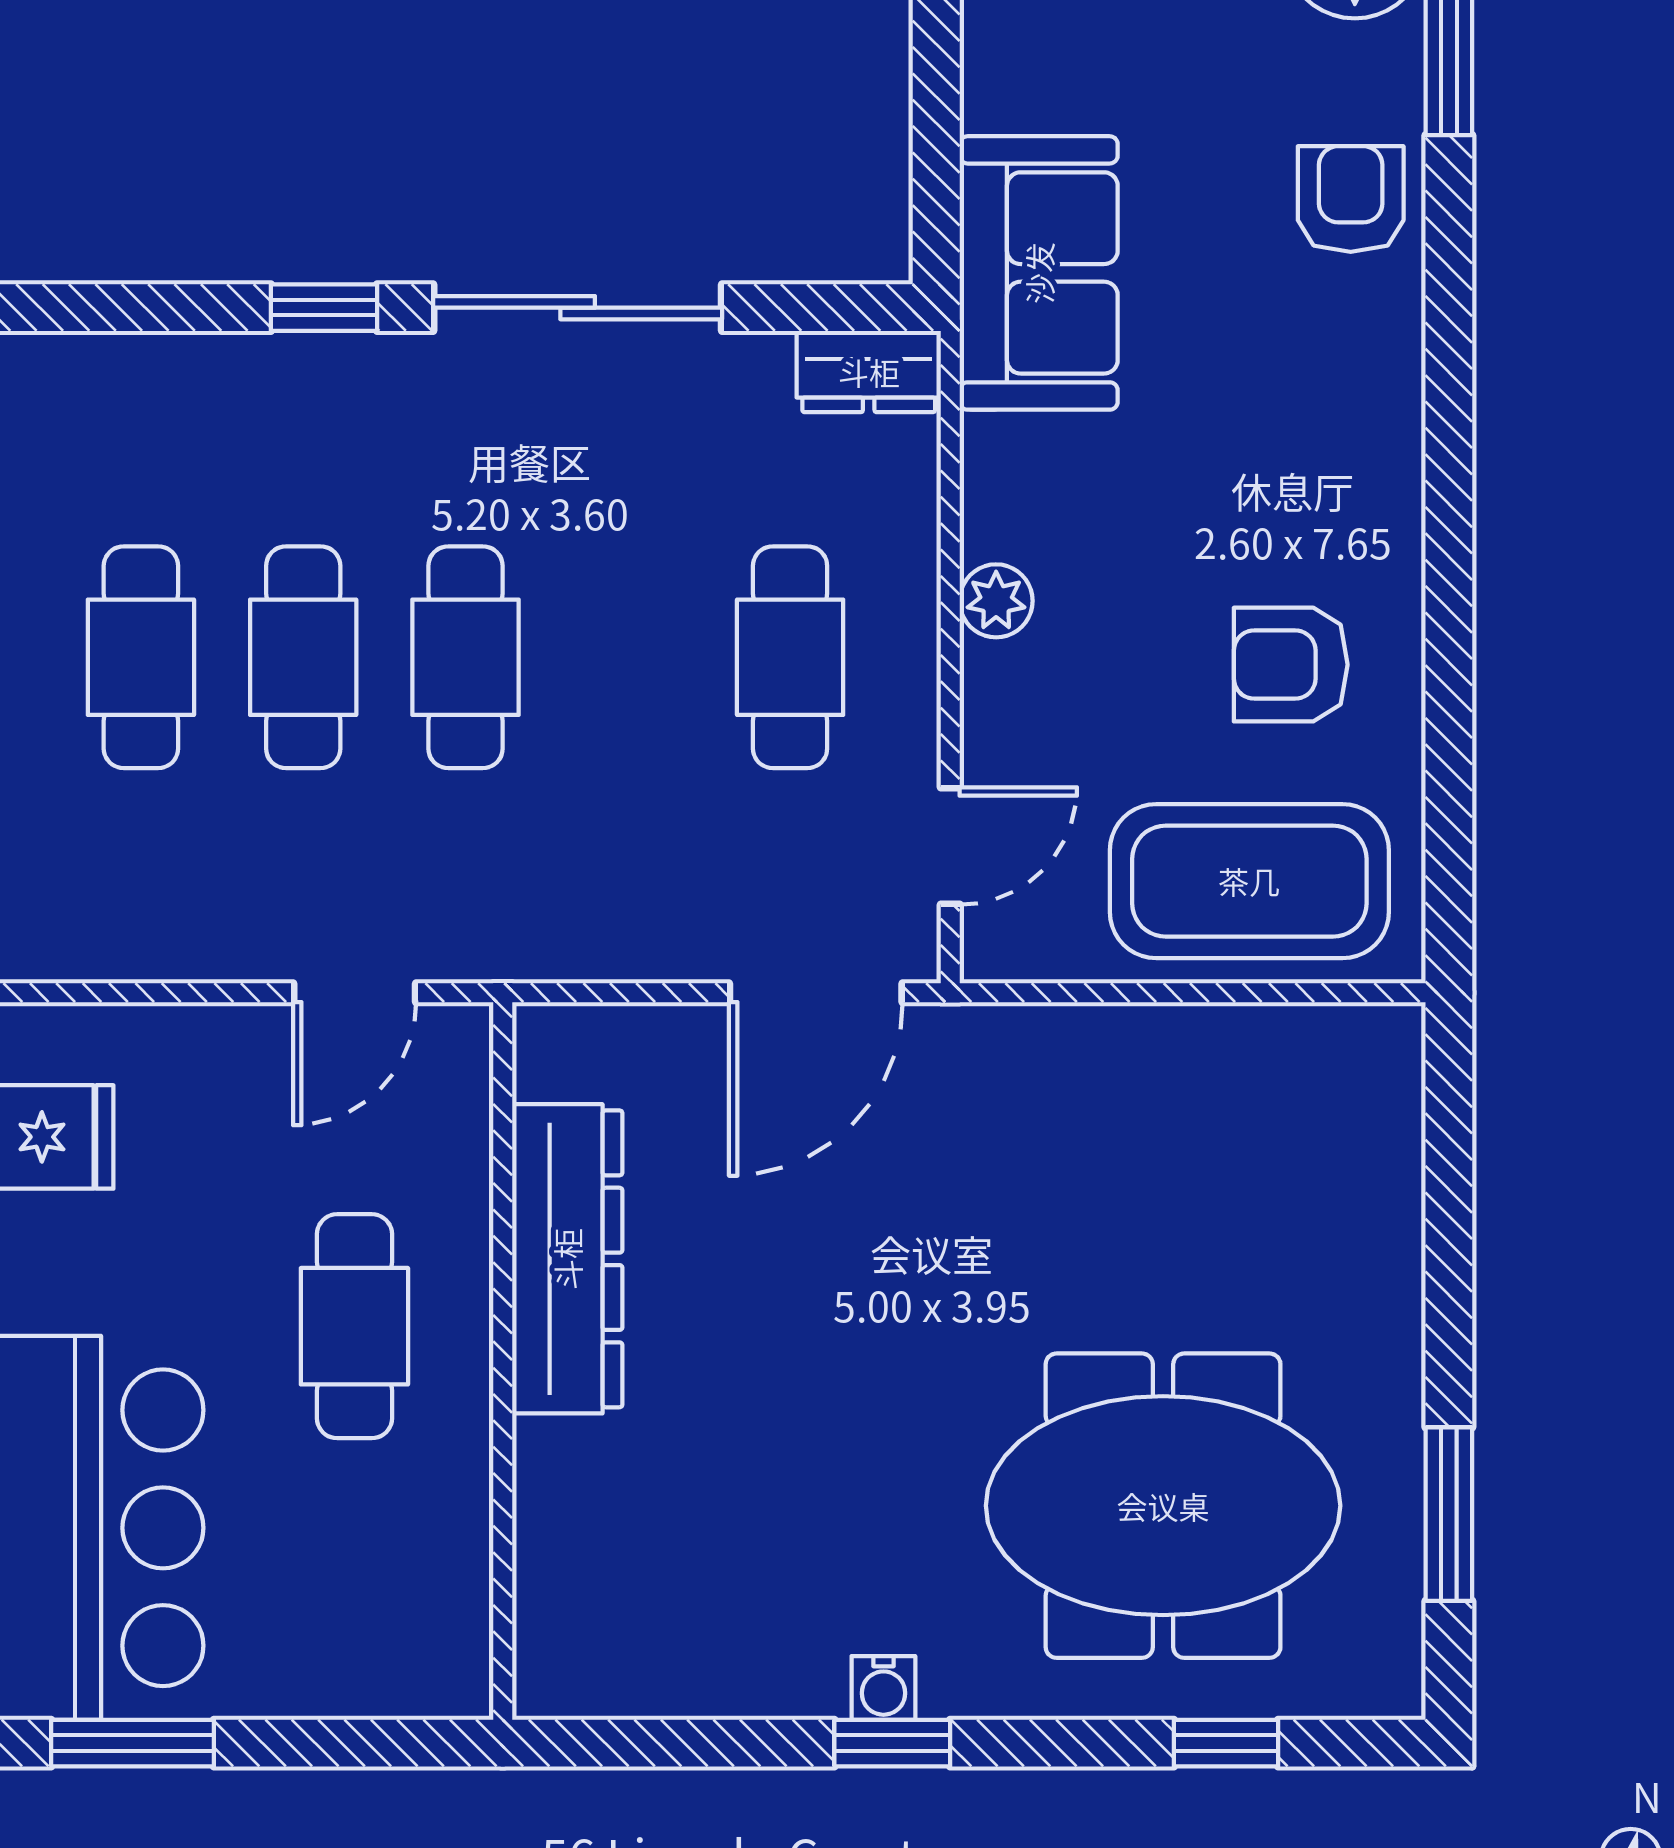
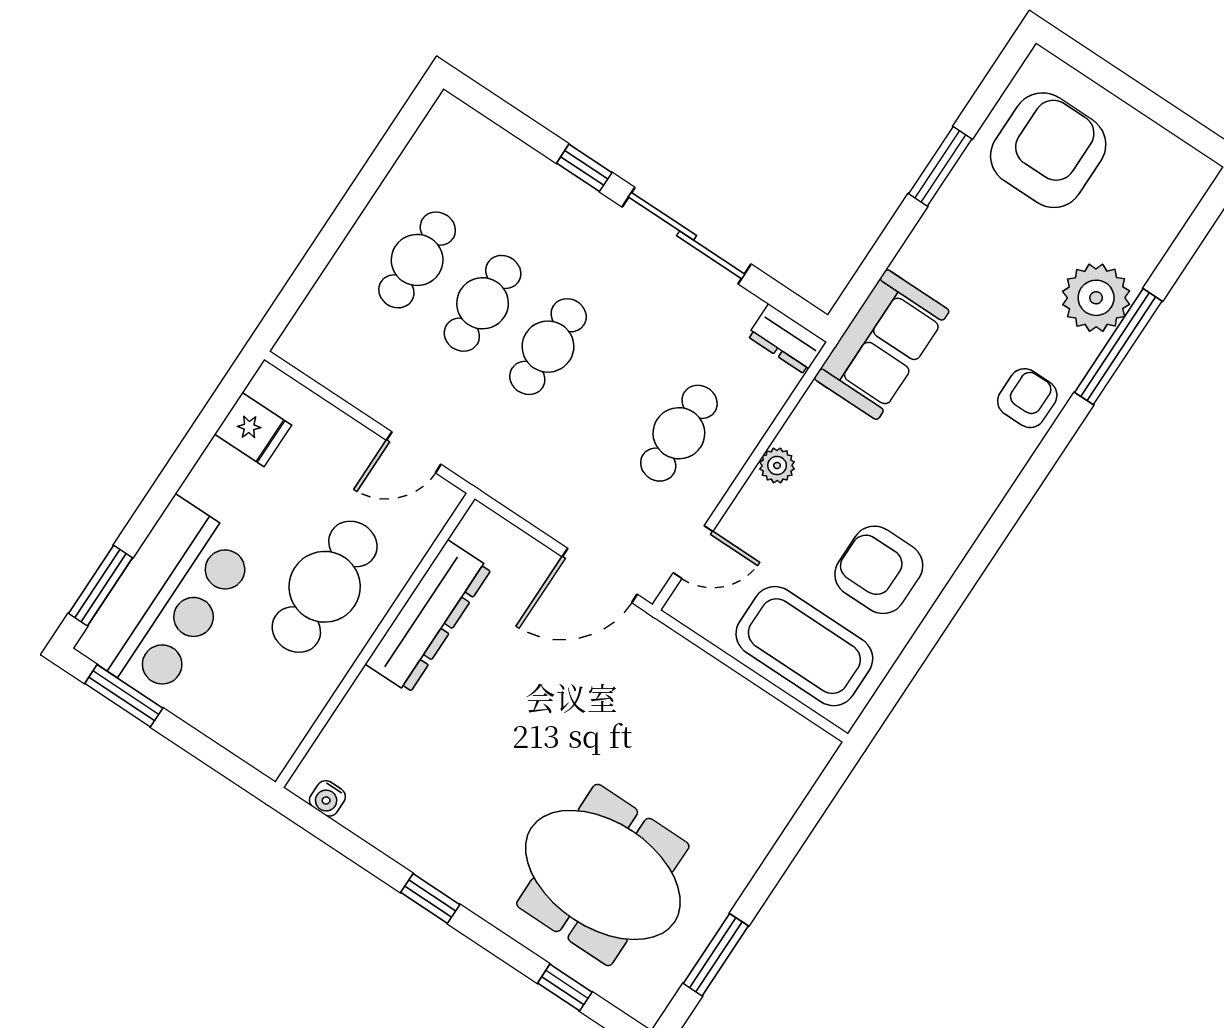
armchair: (1291, 665) -> (879, 570), width x1.38, depth x1.38
cafe table: (354, 1326) -> (325, 587), width x1.37, depth x1.35
water cooler: (883, 1688) -> (327, 798), moved

